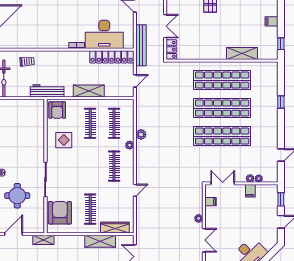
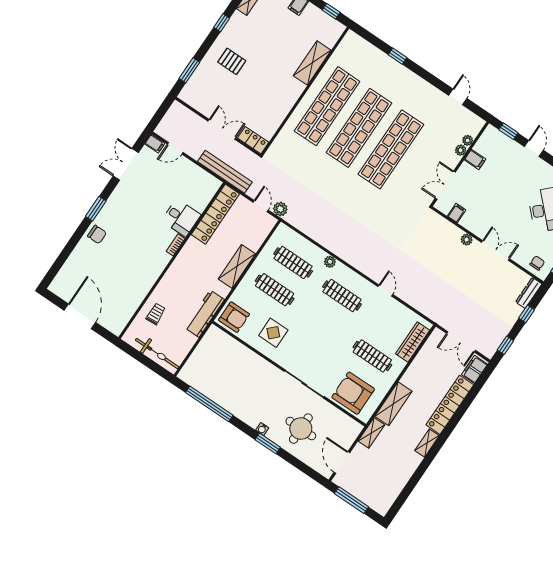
desk: (104, 34) -> (181, 218), width x0.53, depth x0.77
plant: (141, 134) -> (280, 209), moved
shelving: (100, 241) -> (393, 404), moved

